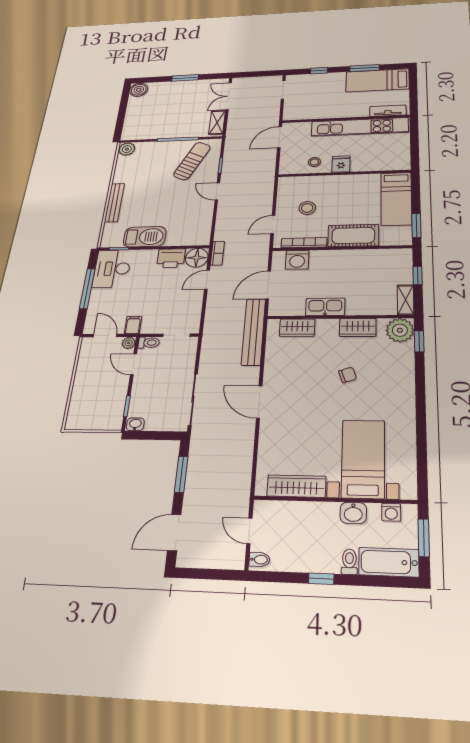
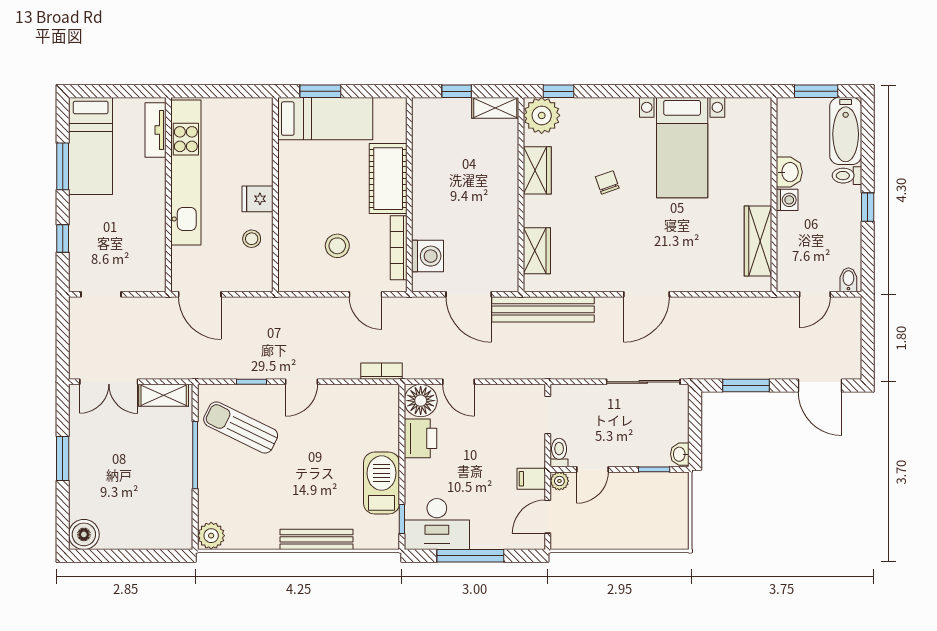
window: (416, 225) -> (320, 91), moved
bookcase: (217, 253) -> (381, 371), moved
kitchen sink: (325, 307) -> (505, 214), removed
bed with nightstands: (363, 459) -> (682, 148), moved, turned -90
washing machine: (391, 512) -> (787, 200), moved

